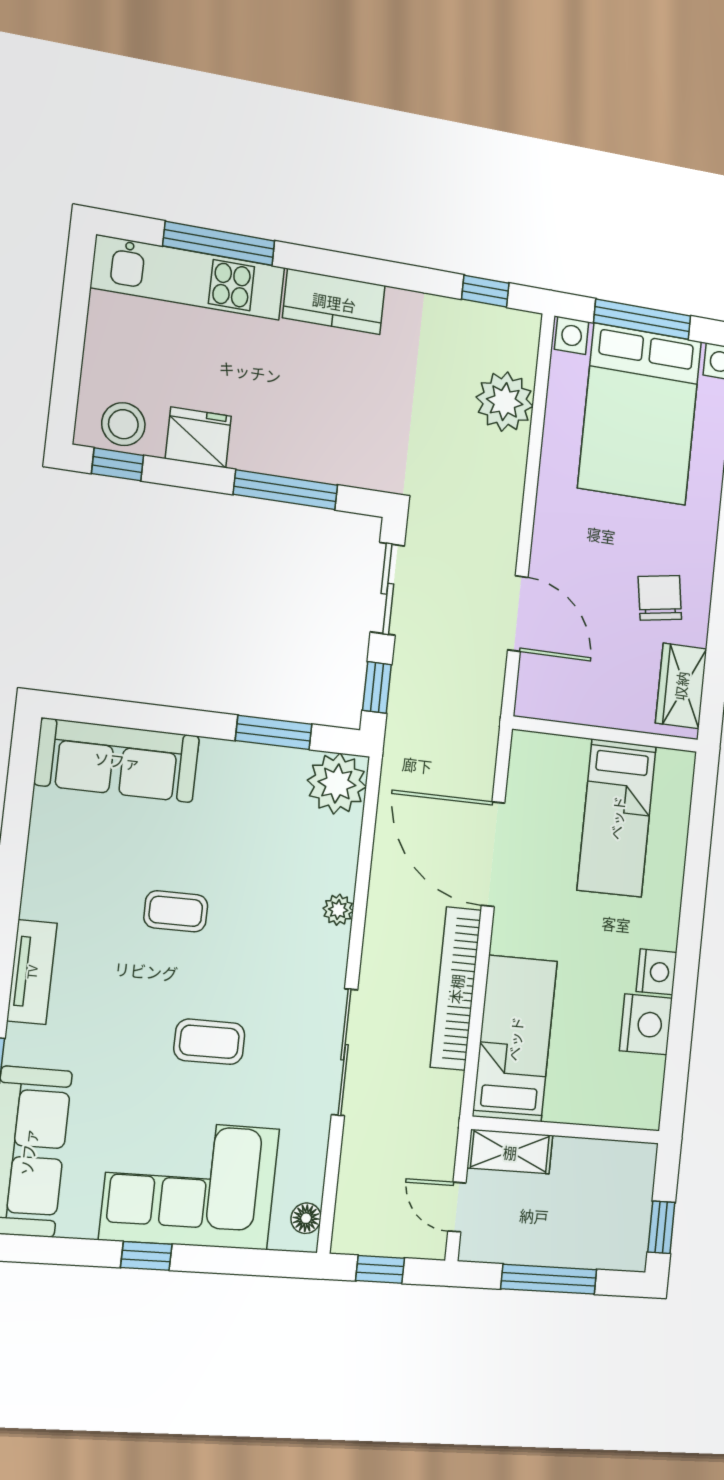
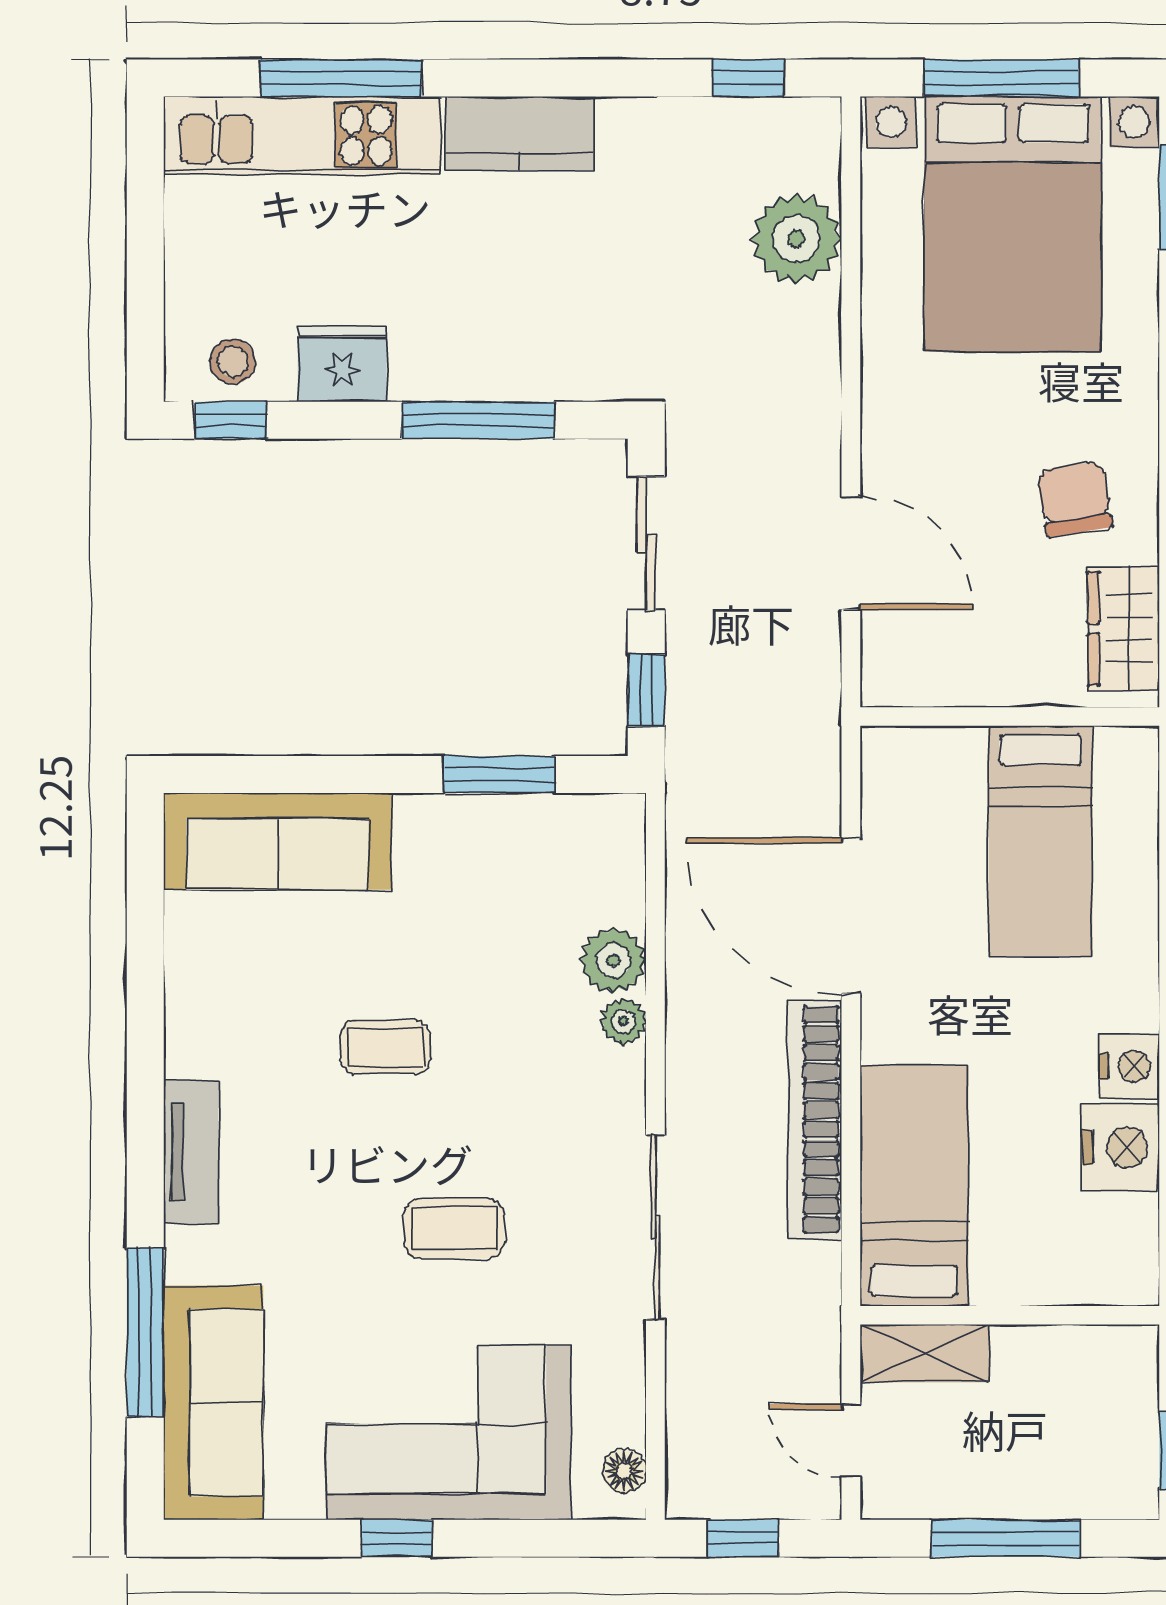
stool: (123, 424) -> (233, 362), width x0.73, depth x0.73
plant: (337, 783) -> (613, 960), moved, width x0.73, depth x0.73

